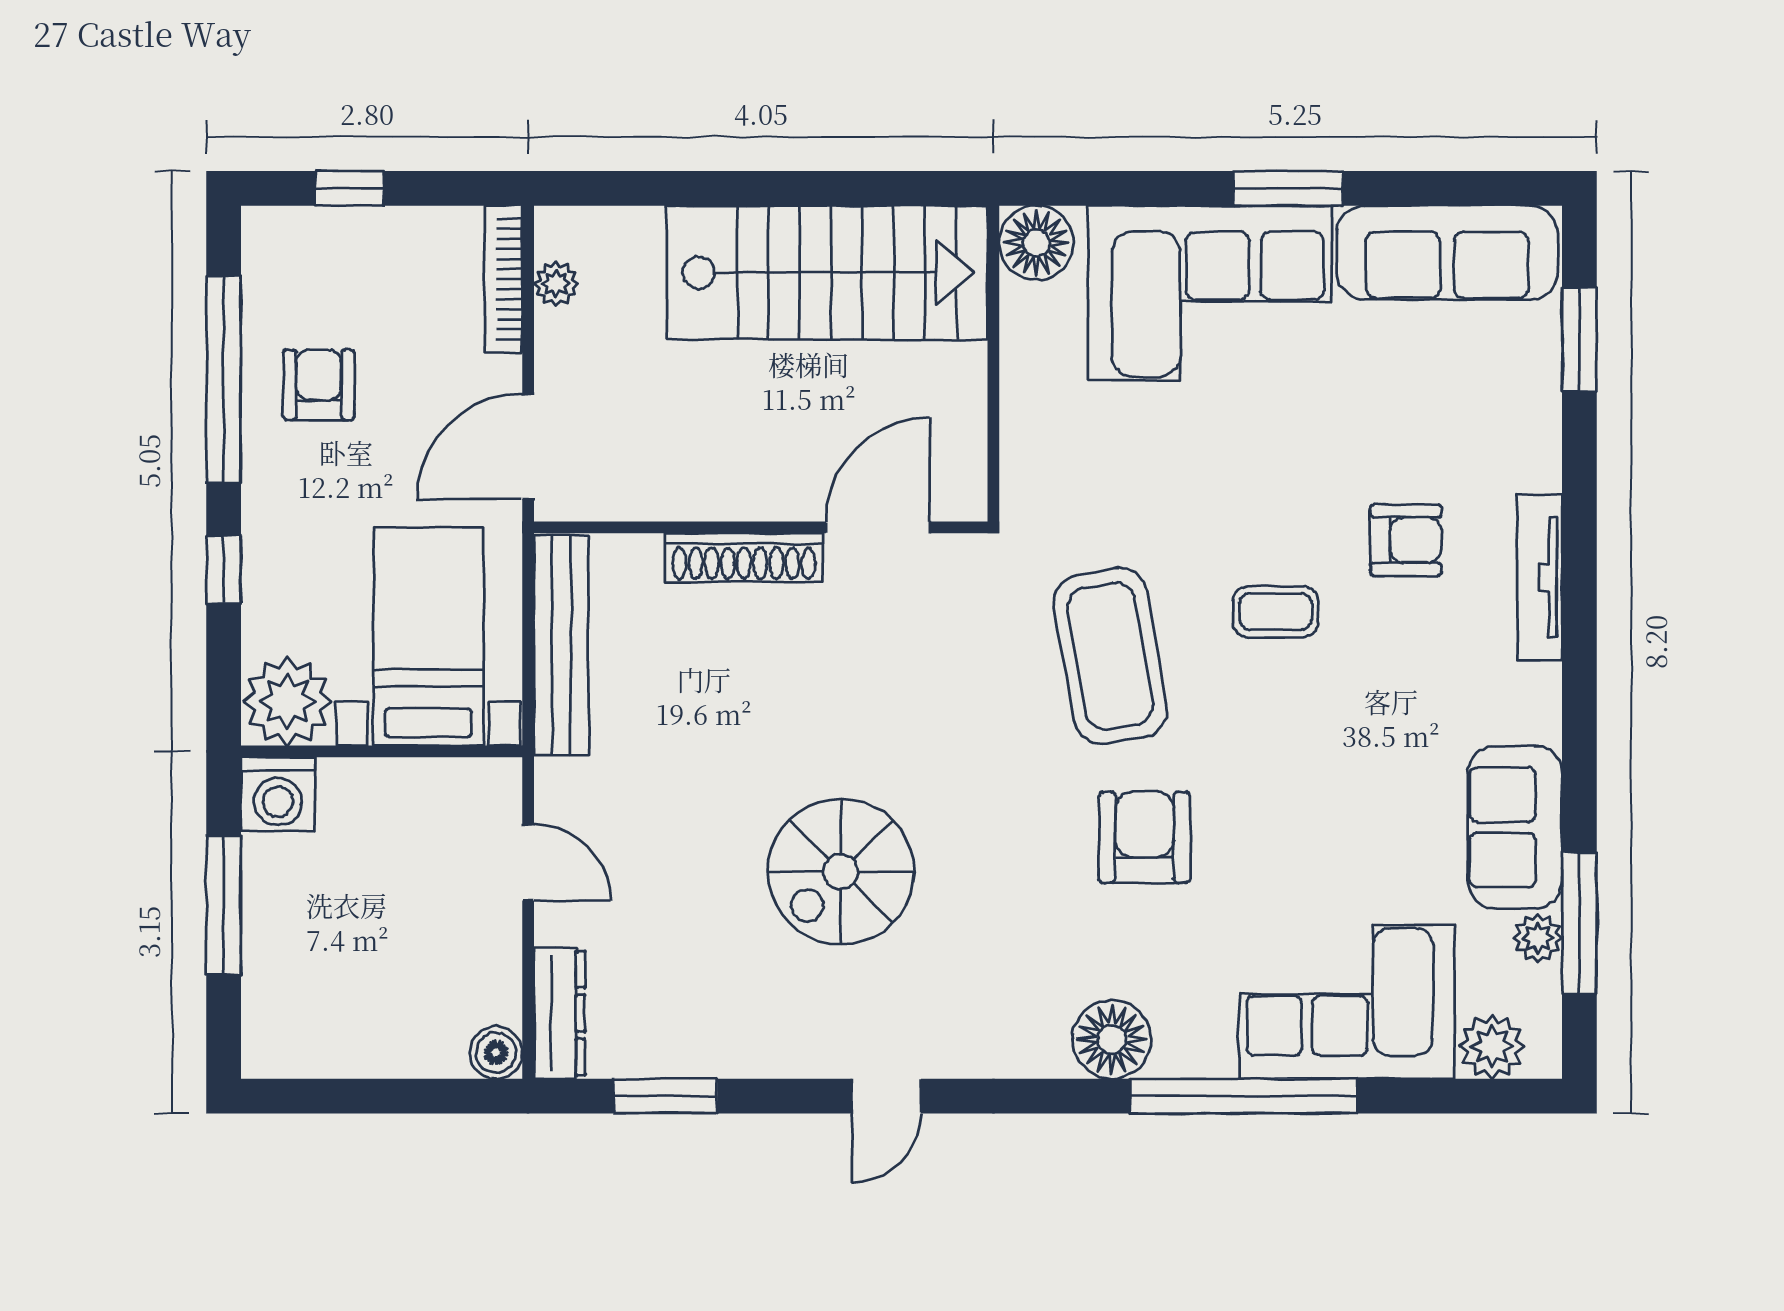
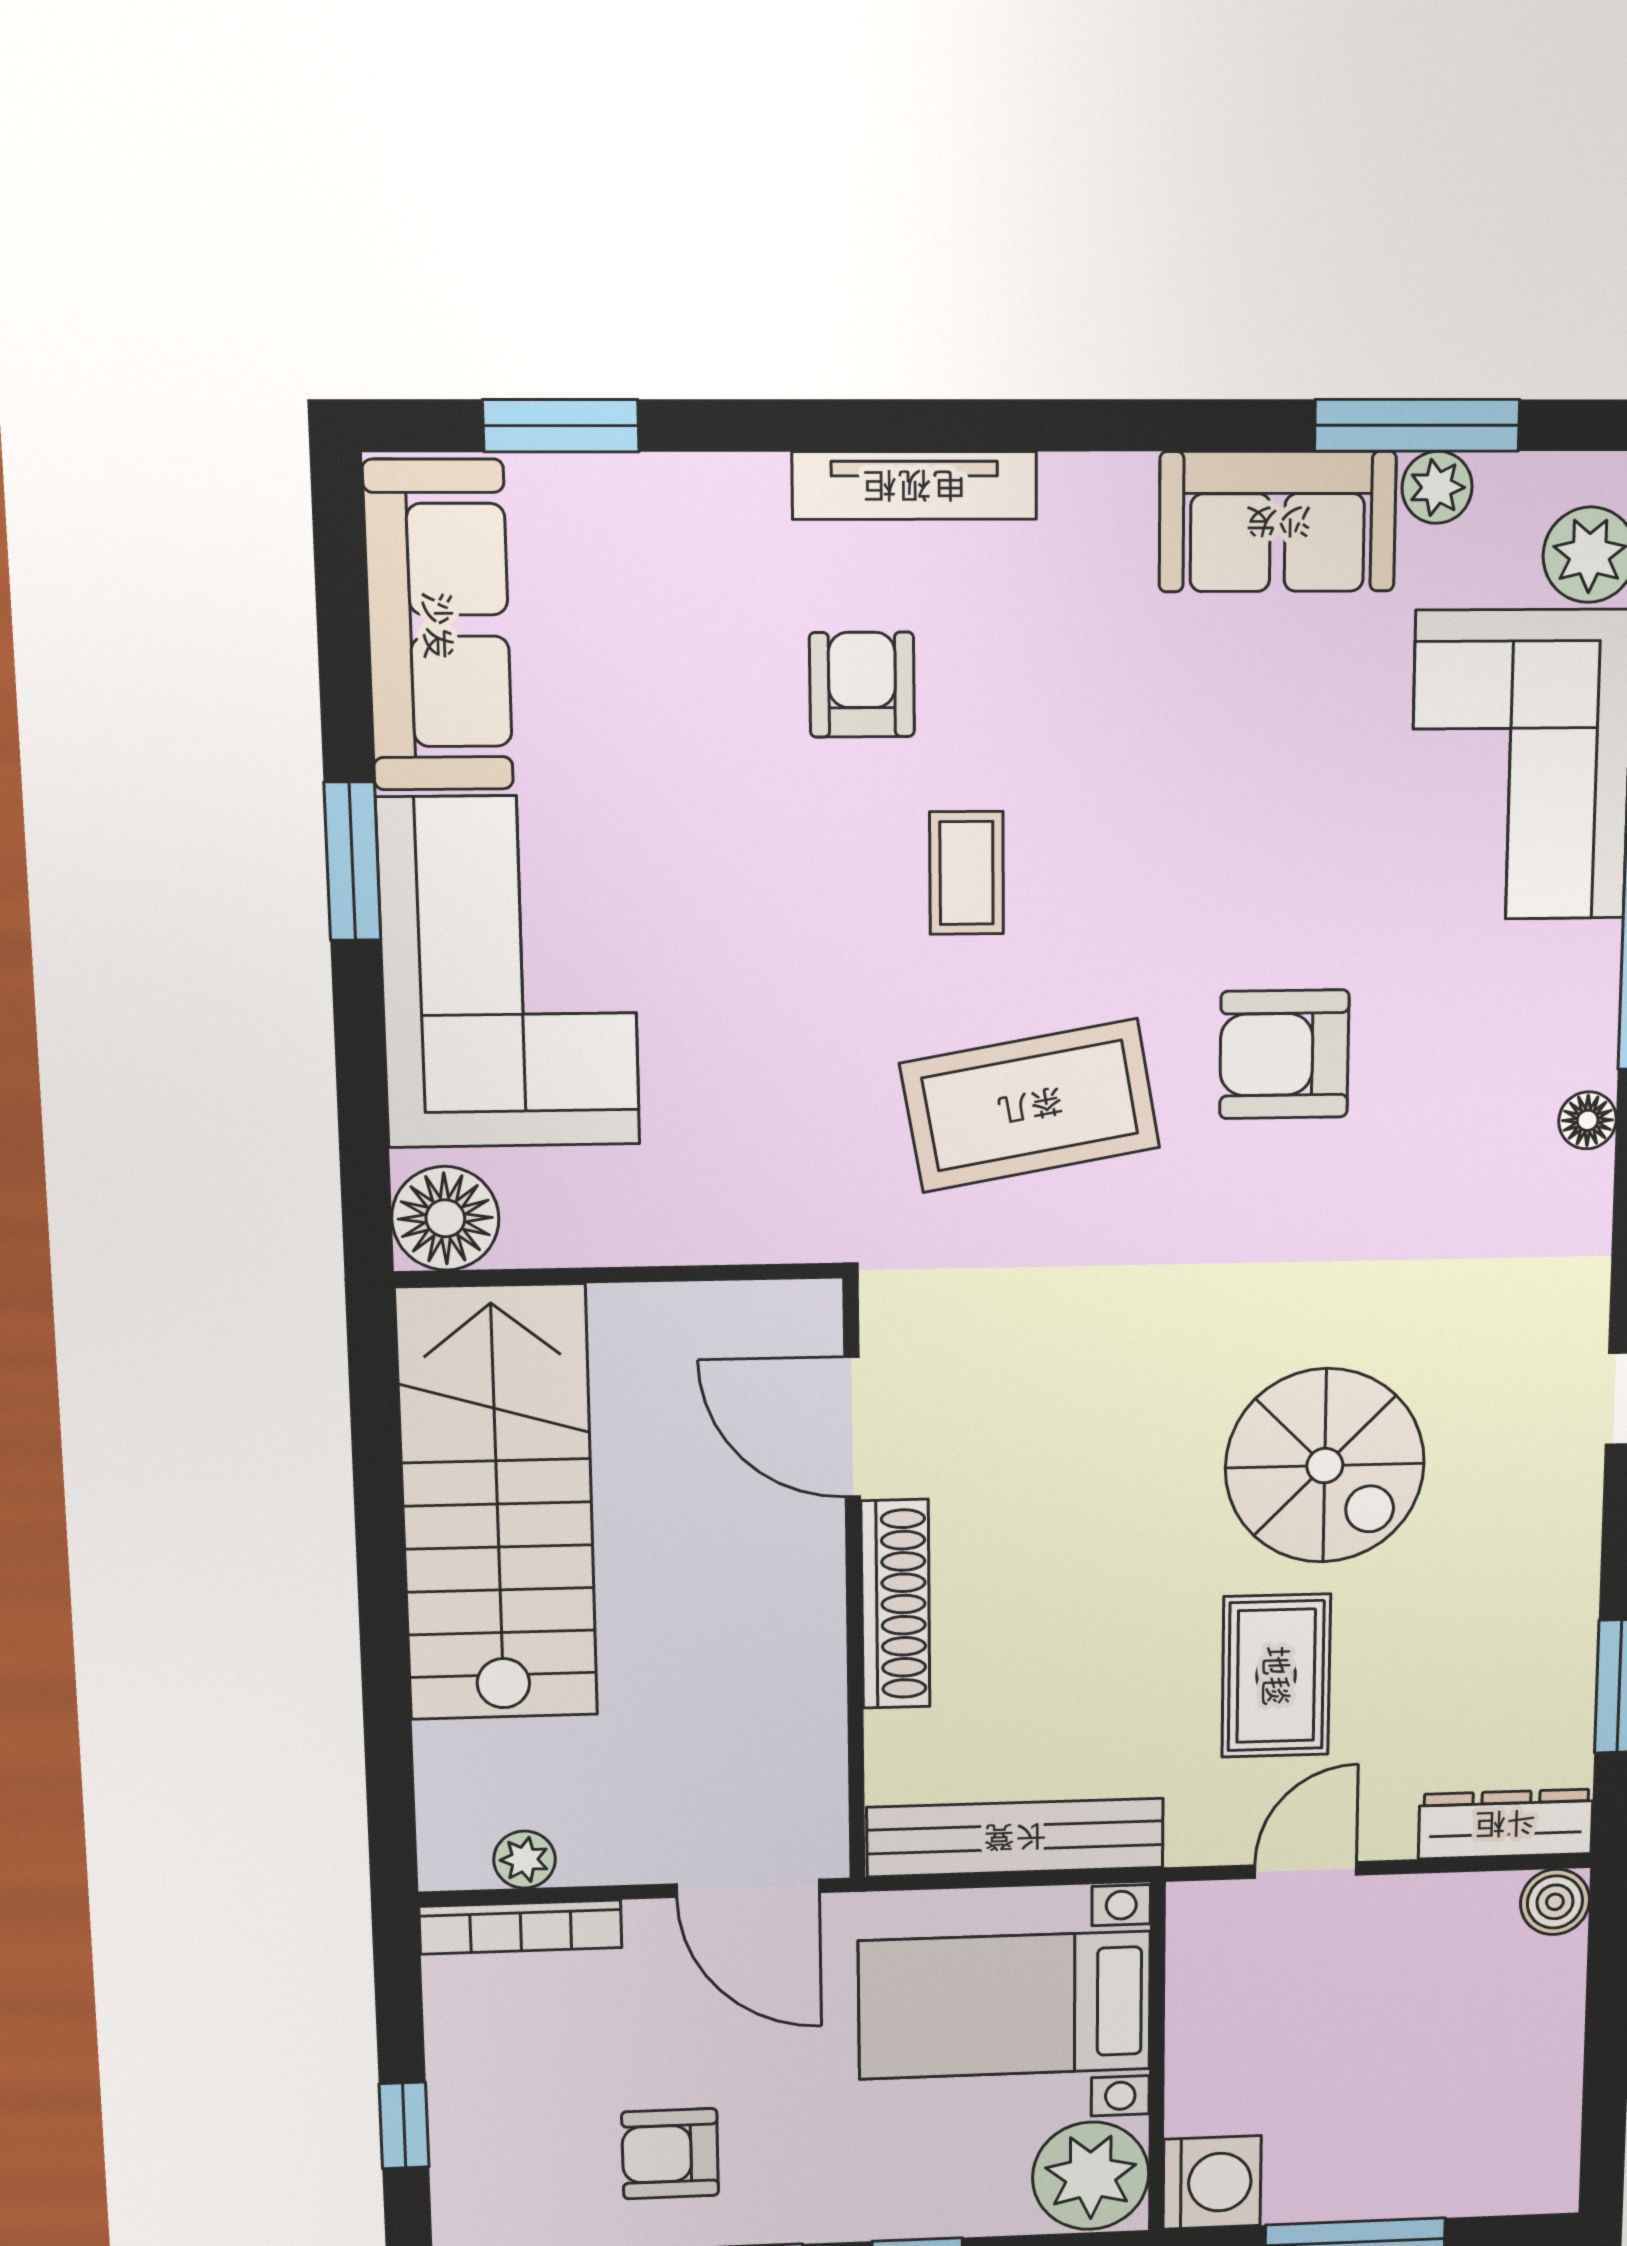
rug: (681, 838) -> (1276, 1676), added
floor lamp: (1112, 1039) -> (1588, 1120), width x0.53, depth x0.53

